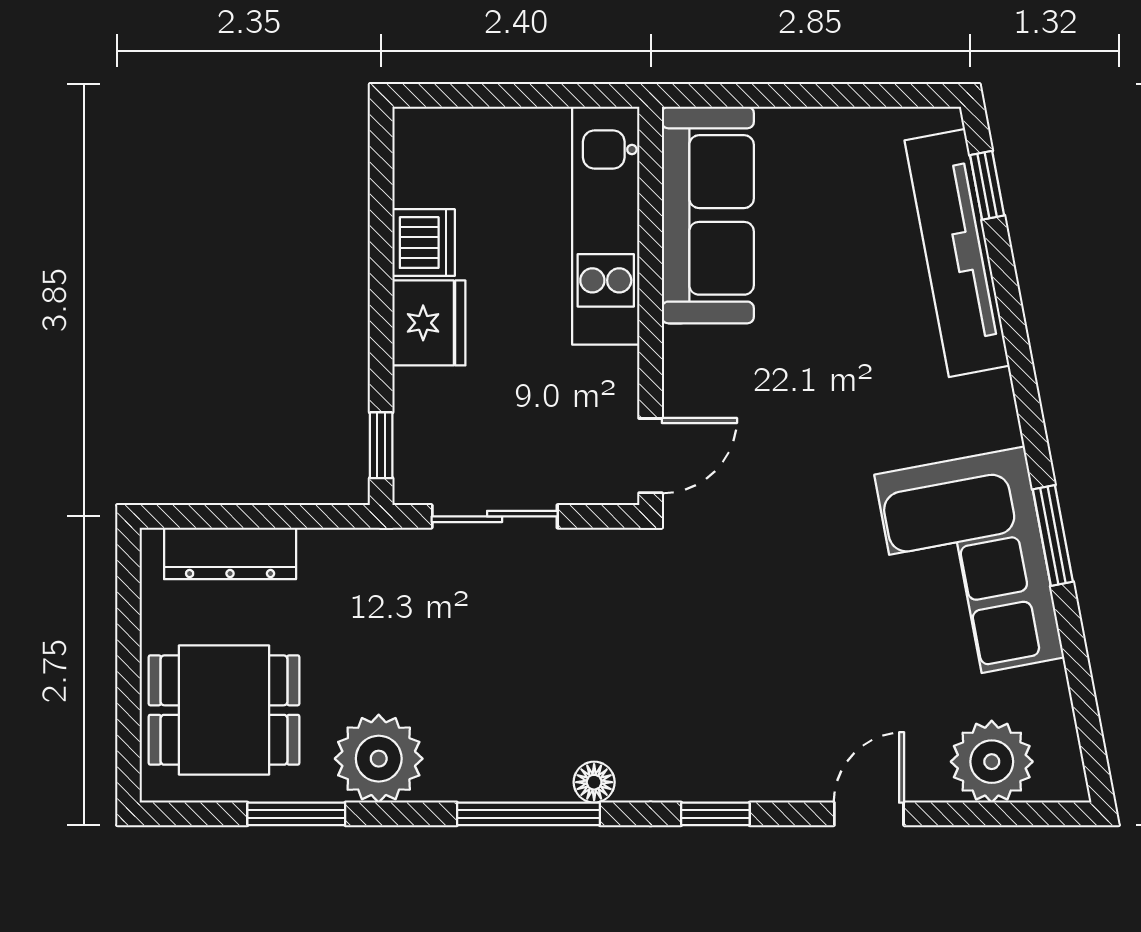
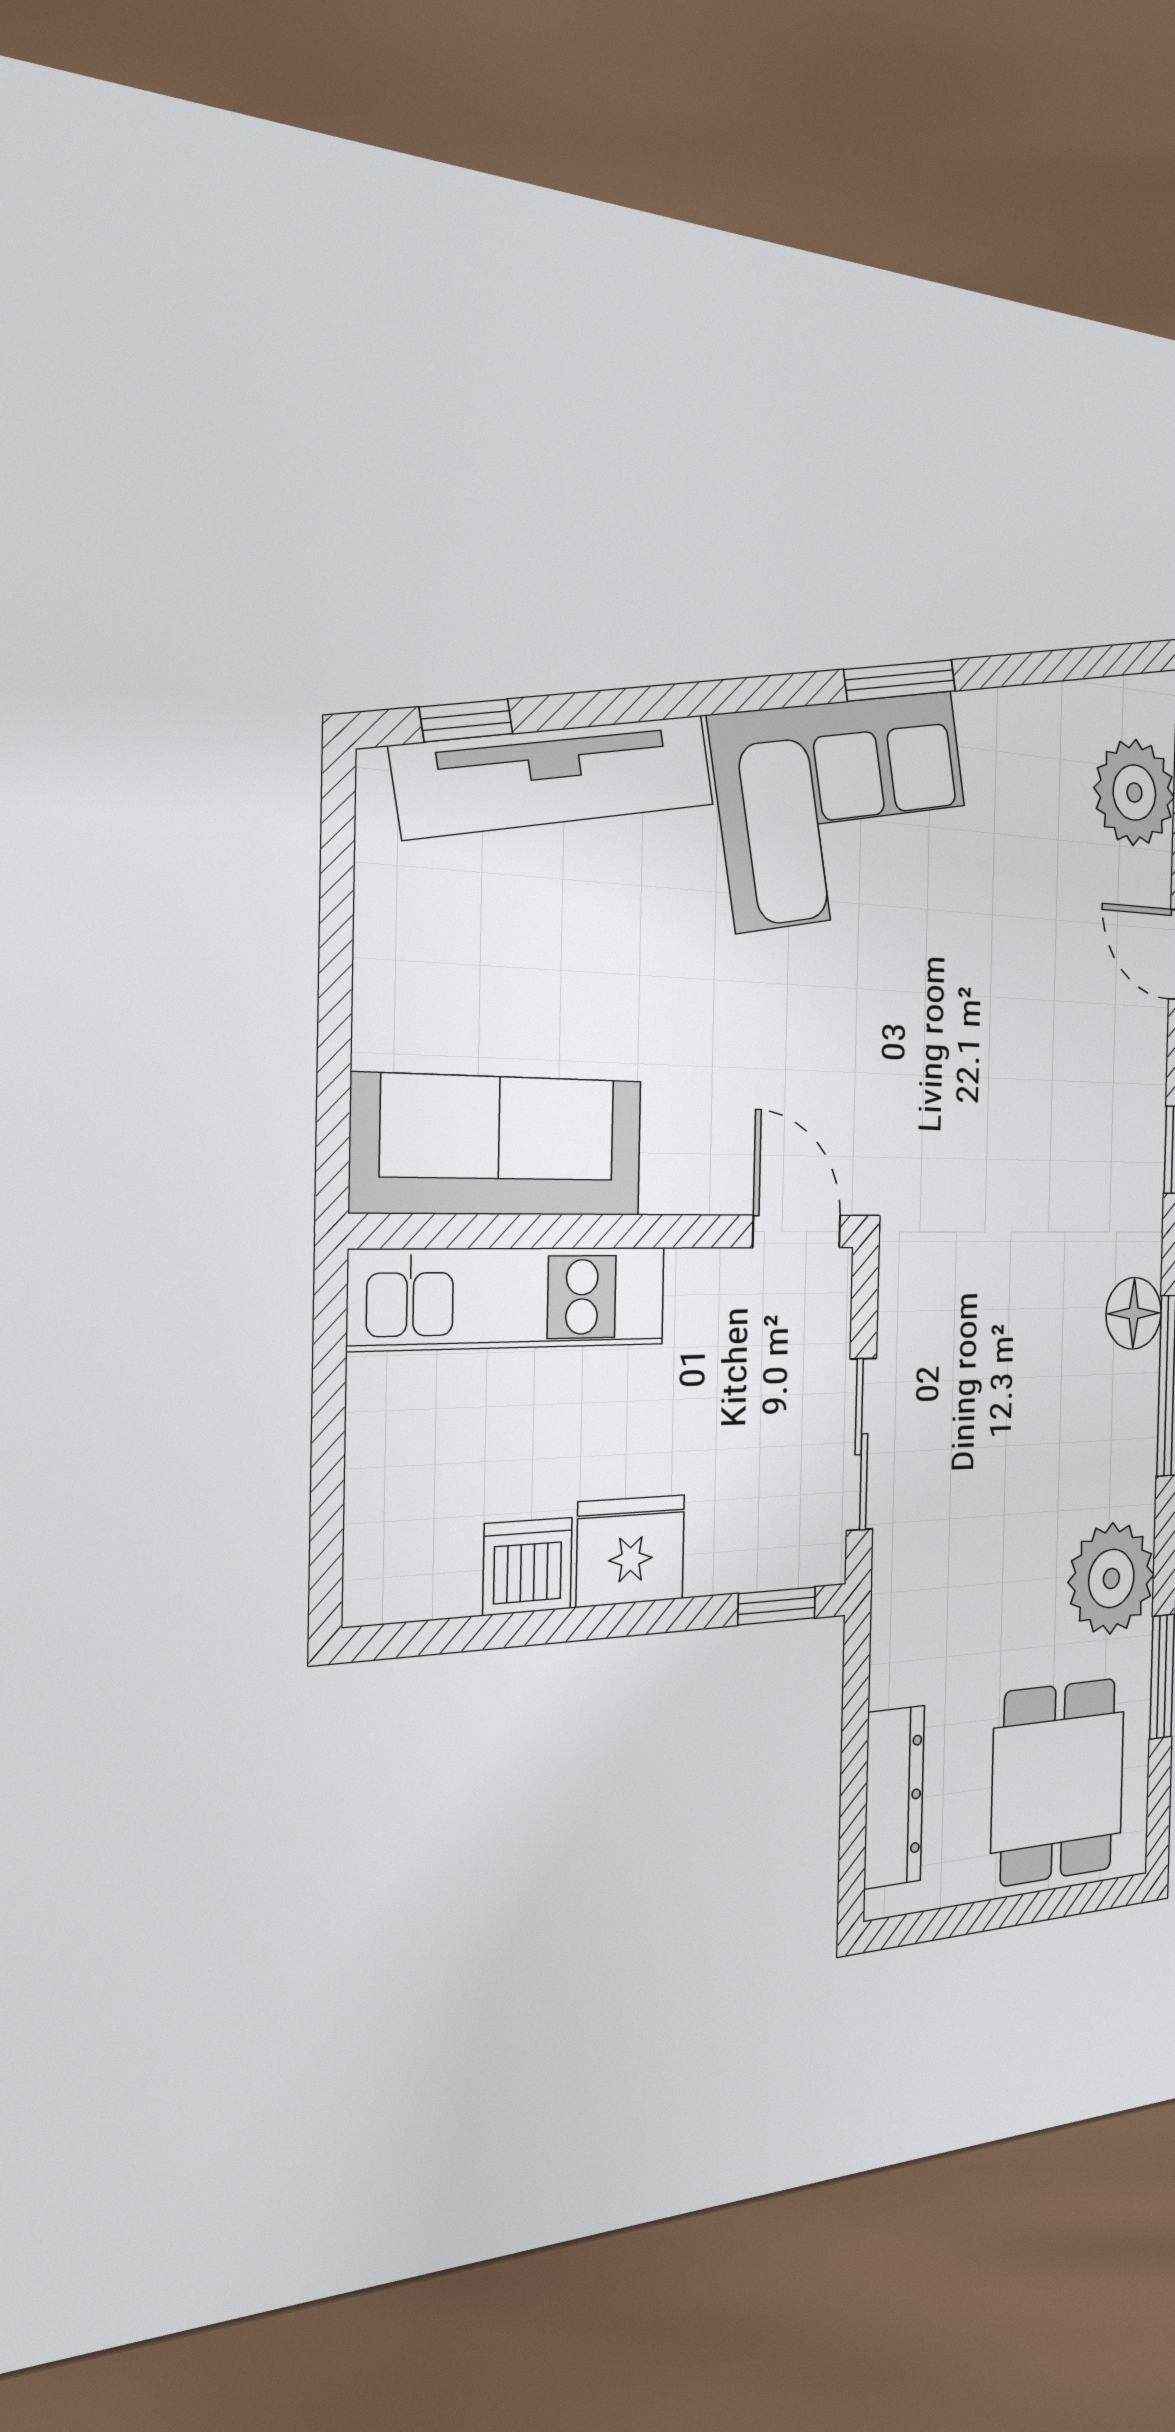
corner sofa: (969, 566) -> (846, 810), moved
floor lamp: (594, 782) -> (1134, 1313), width x1.37, depth x1.37

